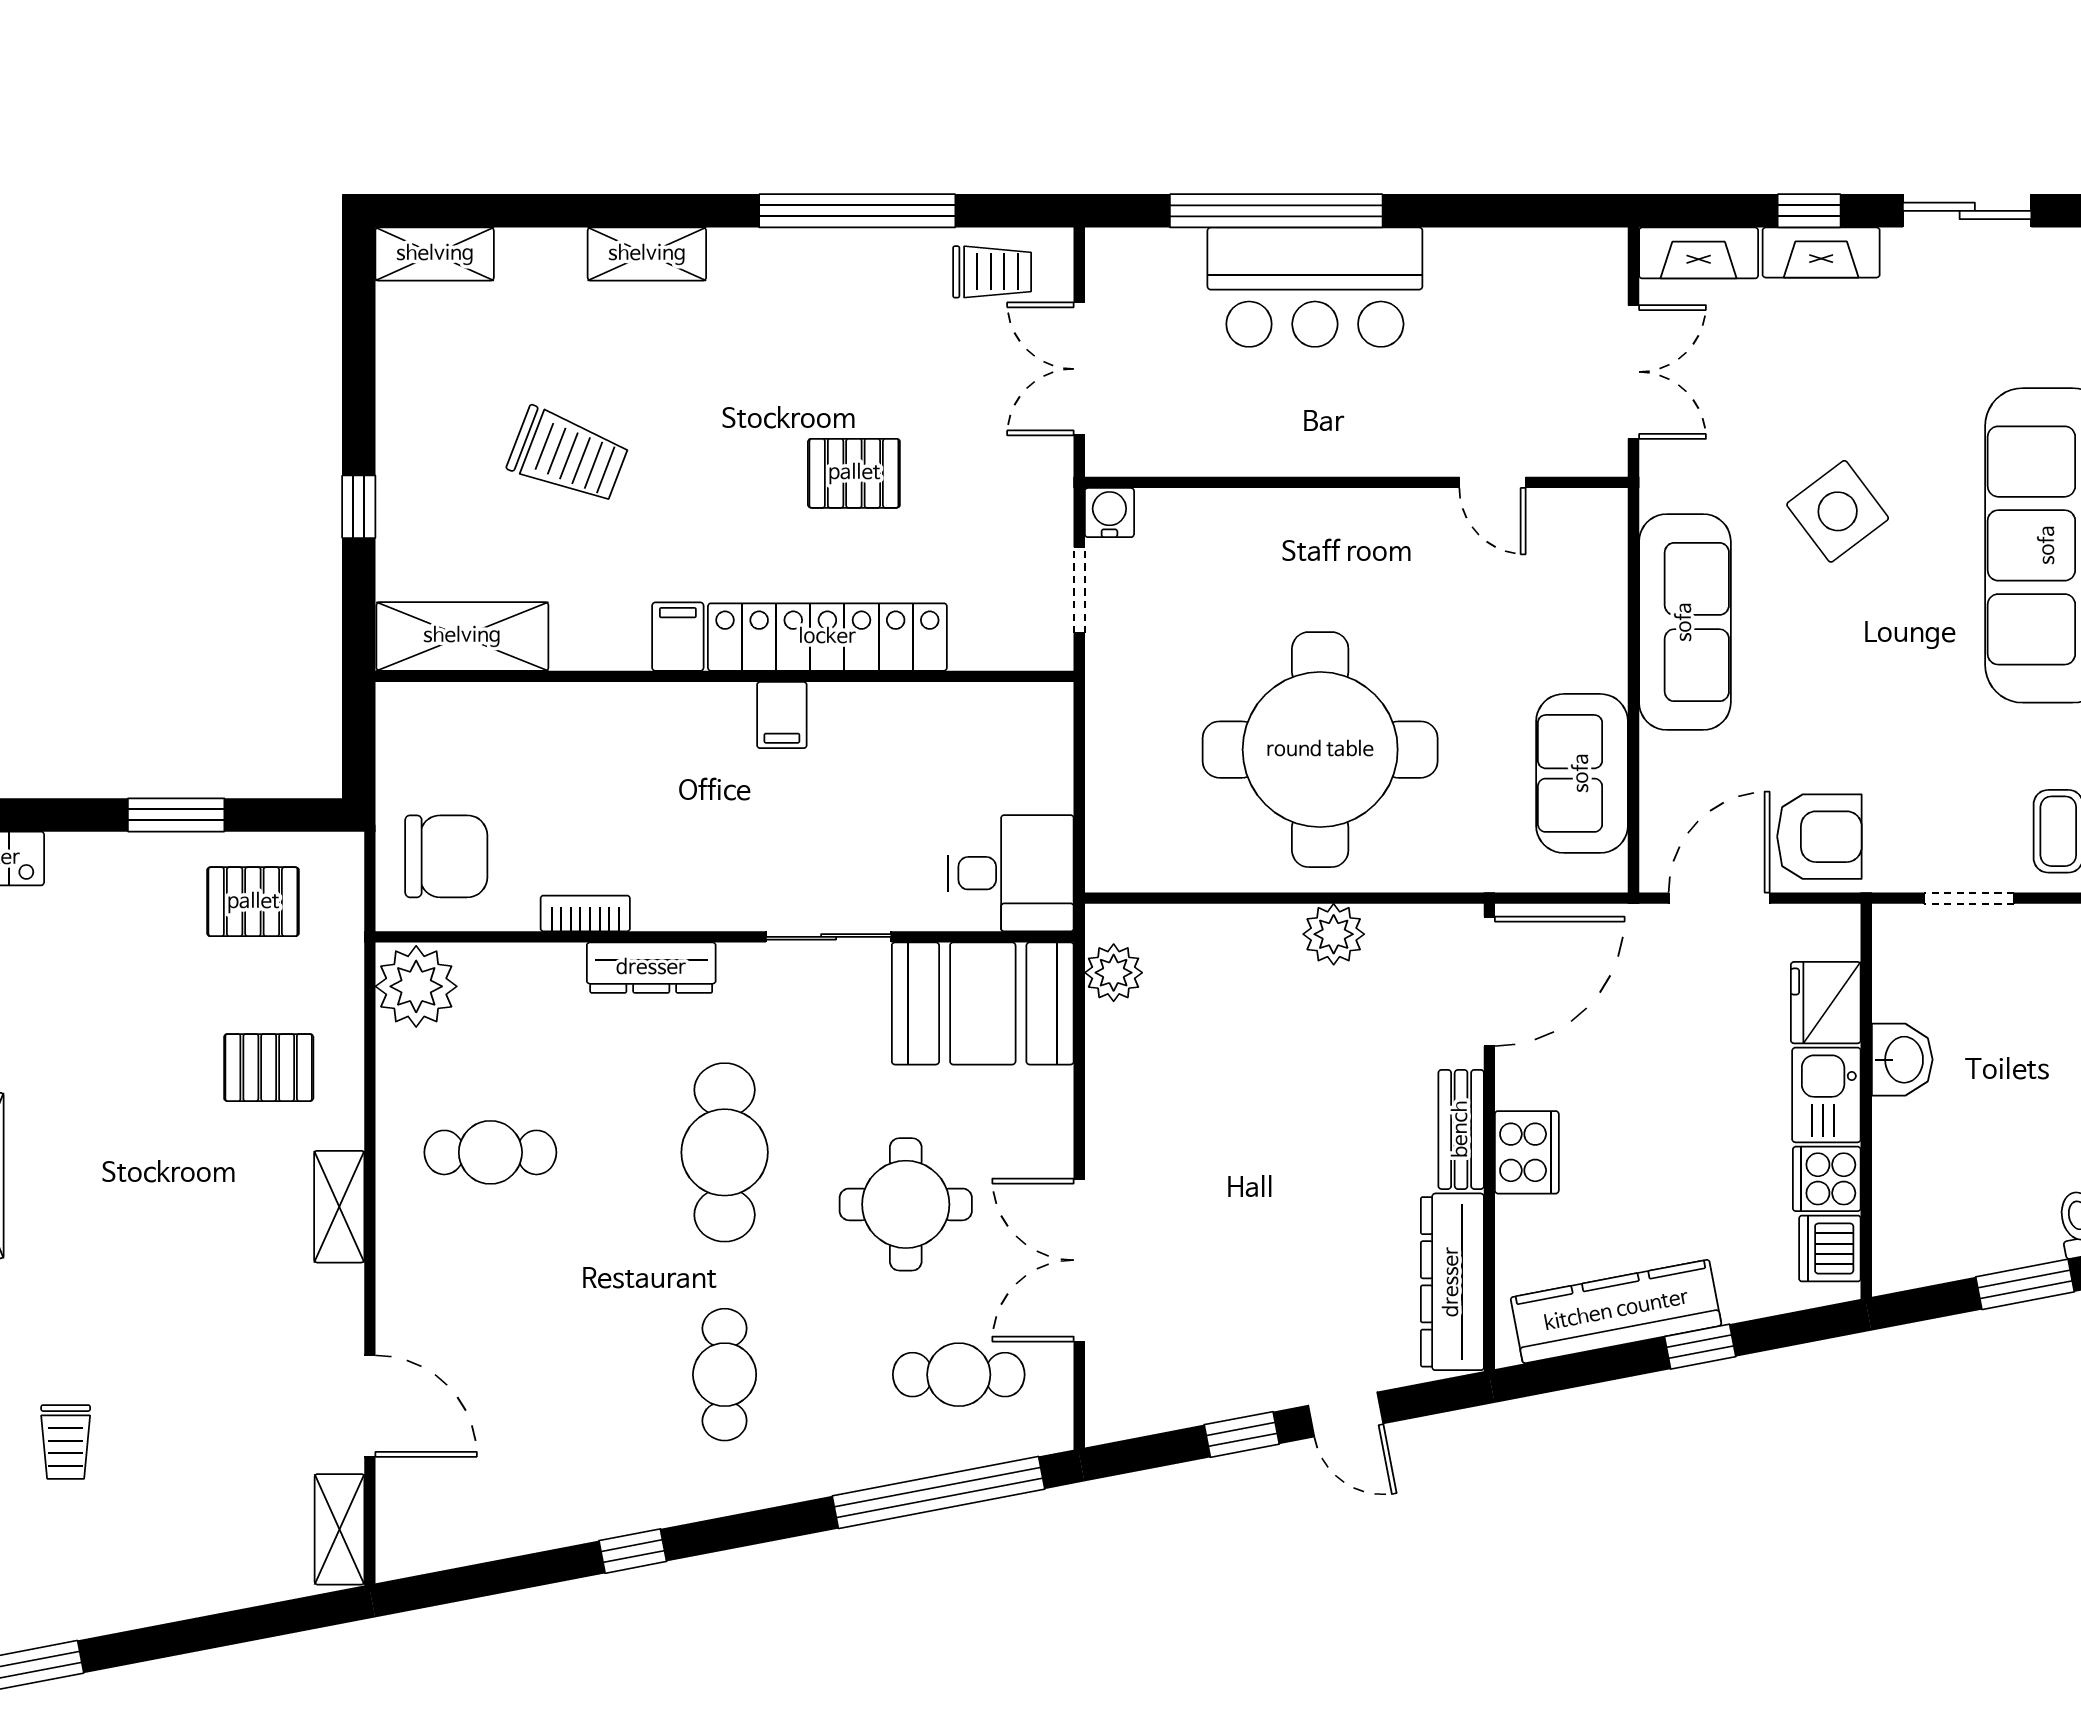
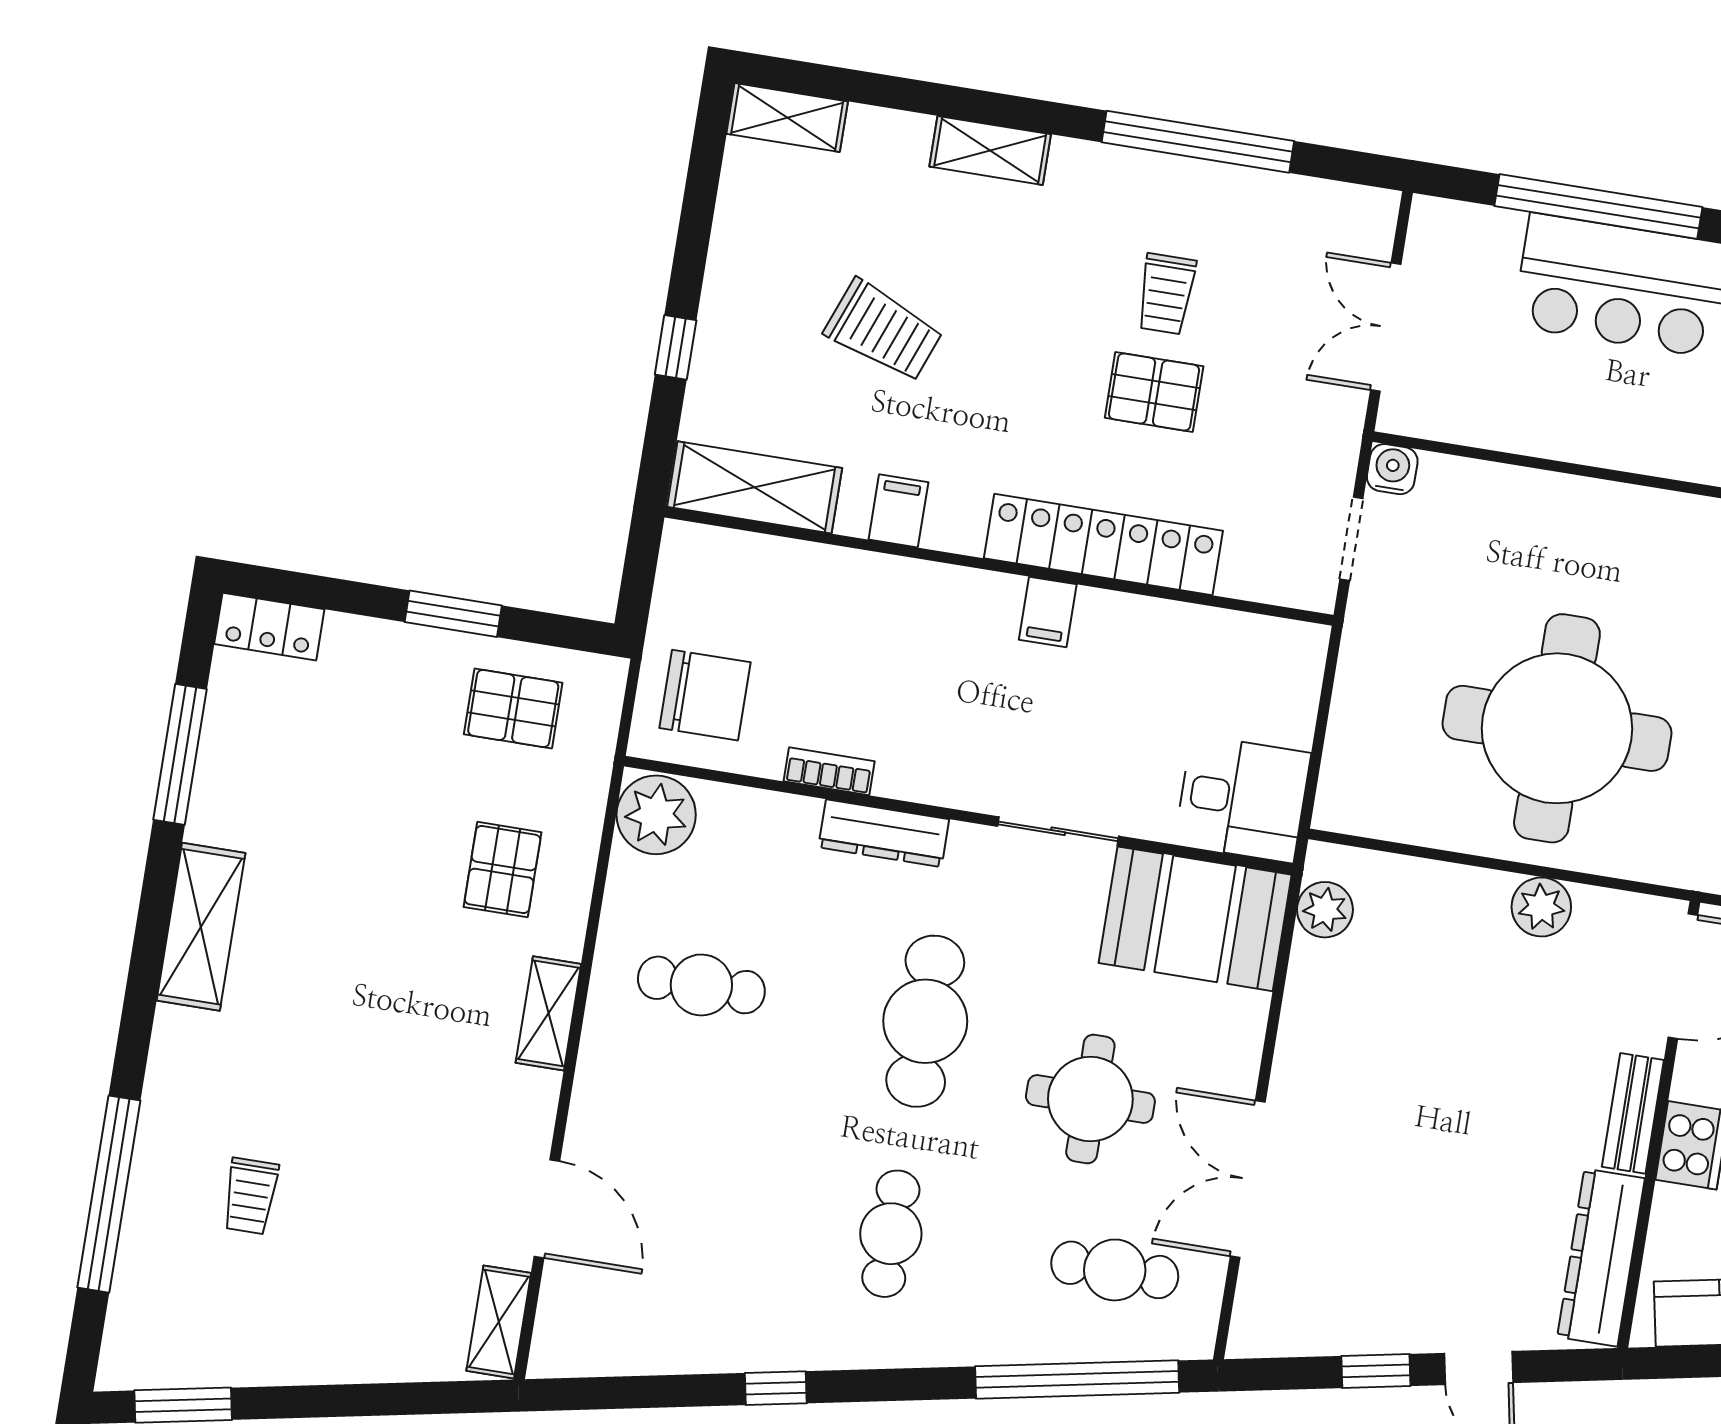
trolley: (992, 272) -> (1166, 294), moved, turned 90
filing cabinet: (678, 637) -> (898, 511), moved
pallet: (269, 1068) -> (503, 870), turned 90

